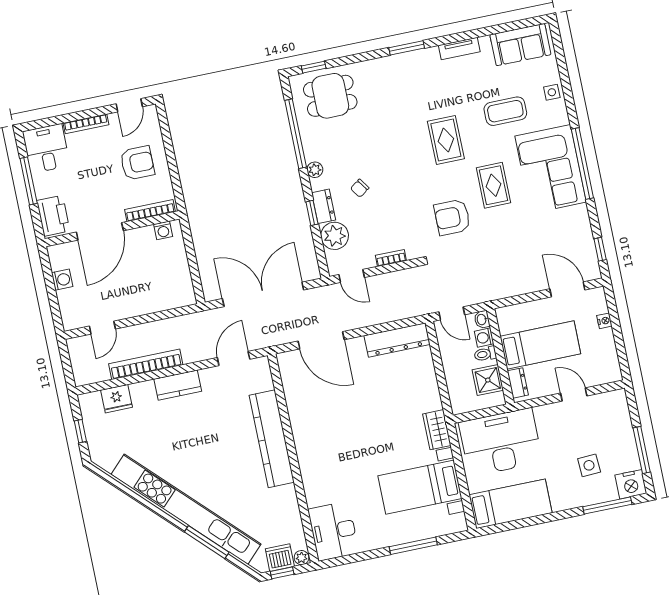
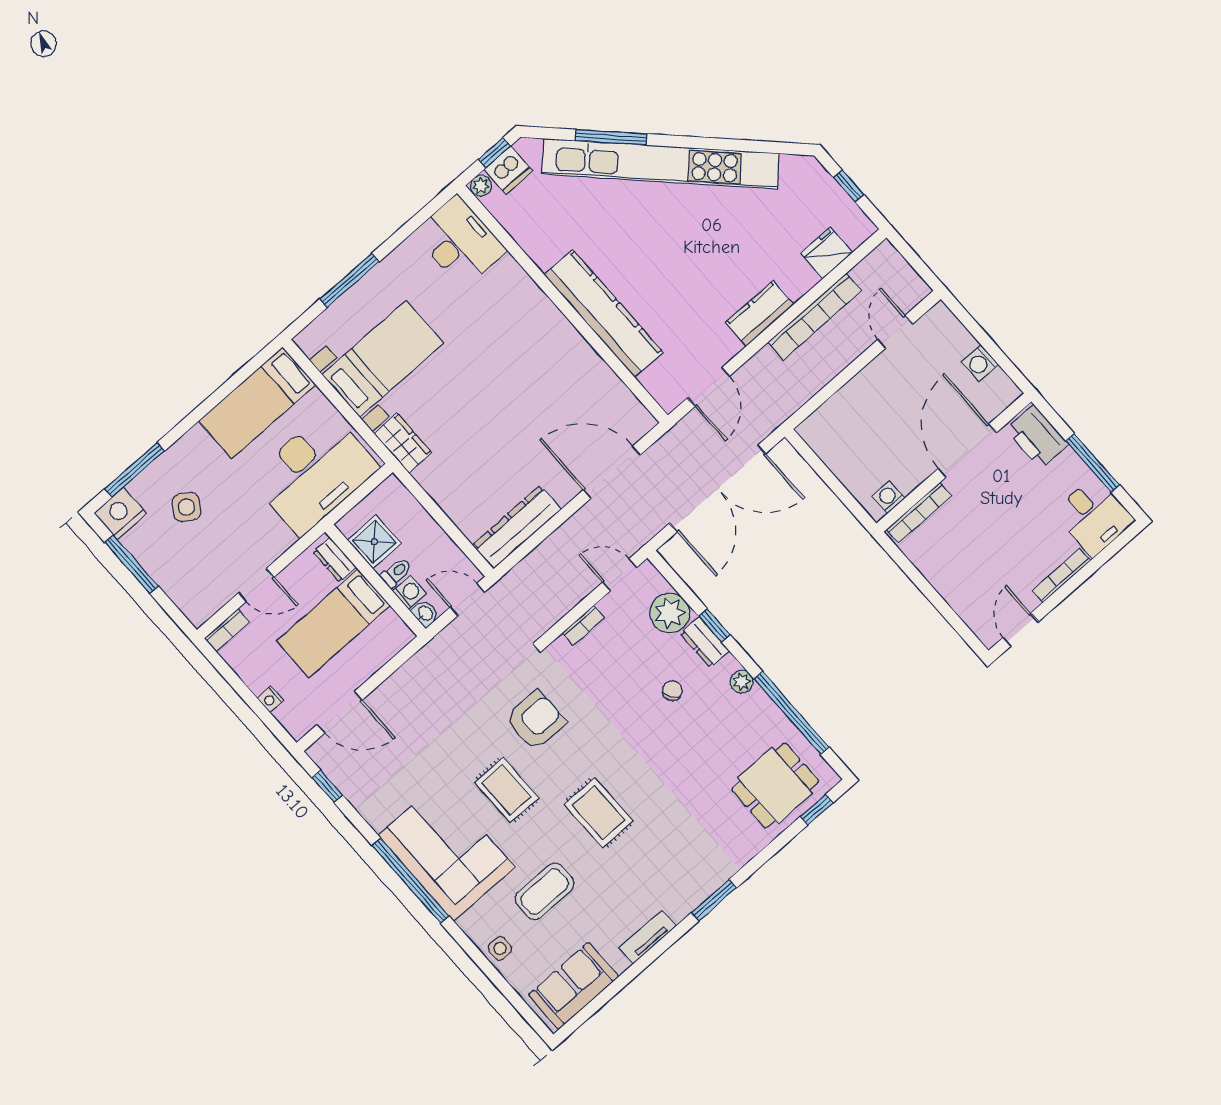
armchair: (137, 163) -> (969, 563), removed
bookcase: (607, 377) -> (227, 630), added
side table: (589, 465) -> (186, 507), turned 36

